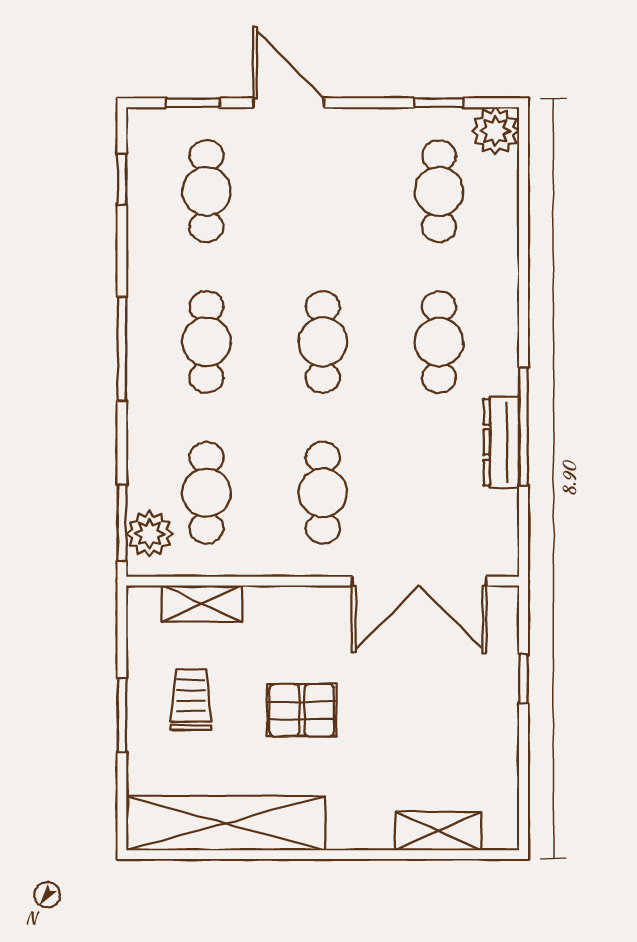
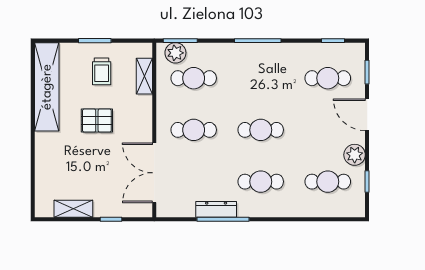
door: (289, 103) -> (367, 115), swing flipped
plant: (495, 131) -> (355, 155), moved
cafe table: (206, 342) -> (261, 78), removed
trolley: (191, 700) -> (102, 71), turned 90
pallet: (302, 710) -> (97, 121), turned 90
shelving: (438, 831) -> (73, 209), moved, turned 90

